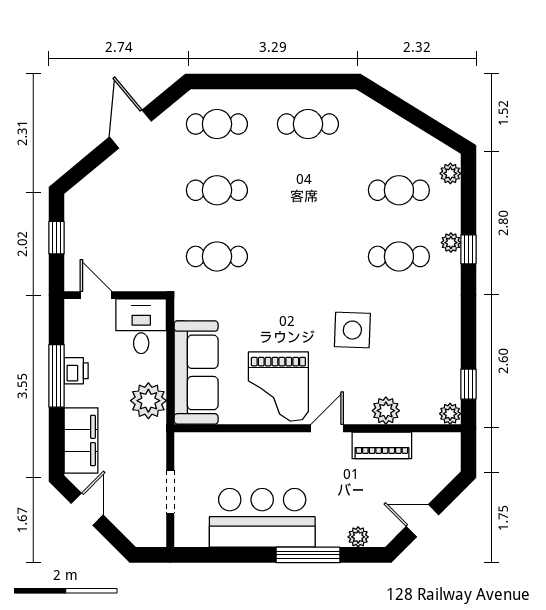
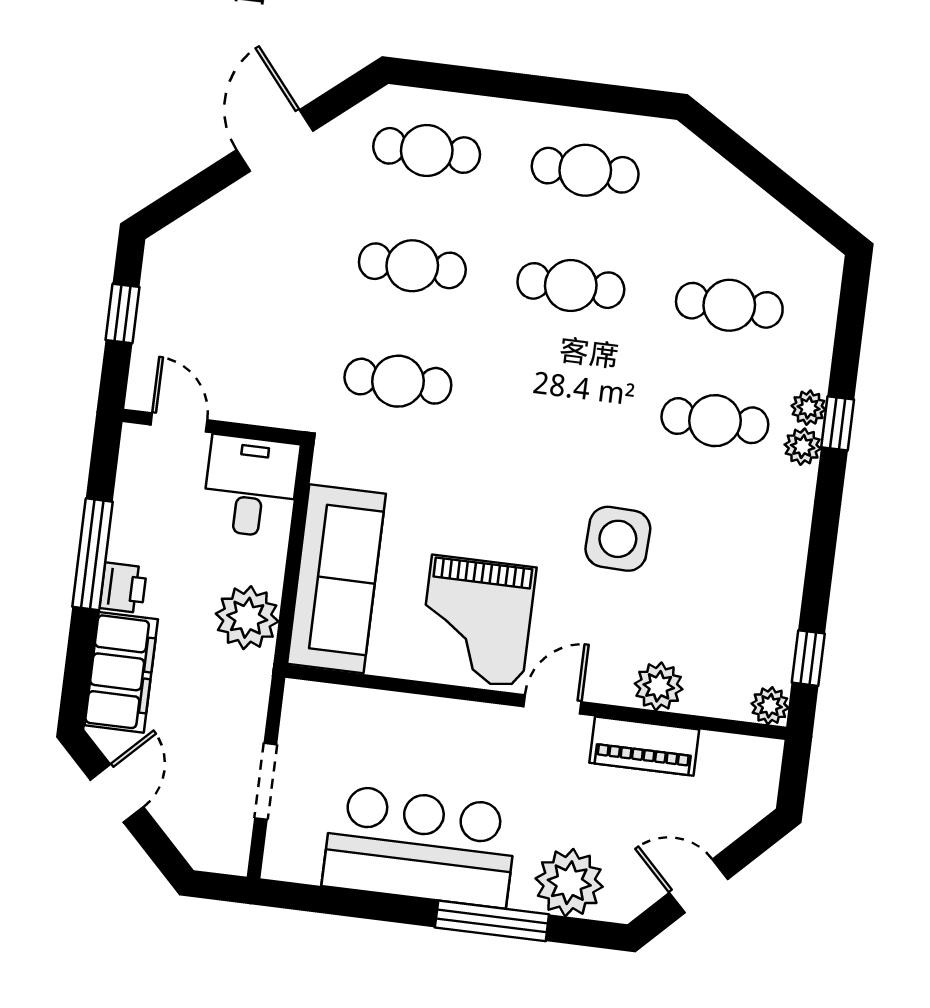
plant: (450, 173) -> (803, 447), moved
cafe table: (308, 190) -> (571, 286), added
printer: (76, 371) -> (123, 588), moved
plant: (358, 537) -> (569, 883), width x1.88, depth x1.88

